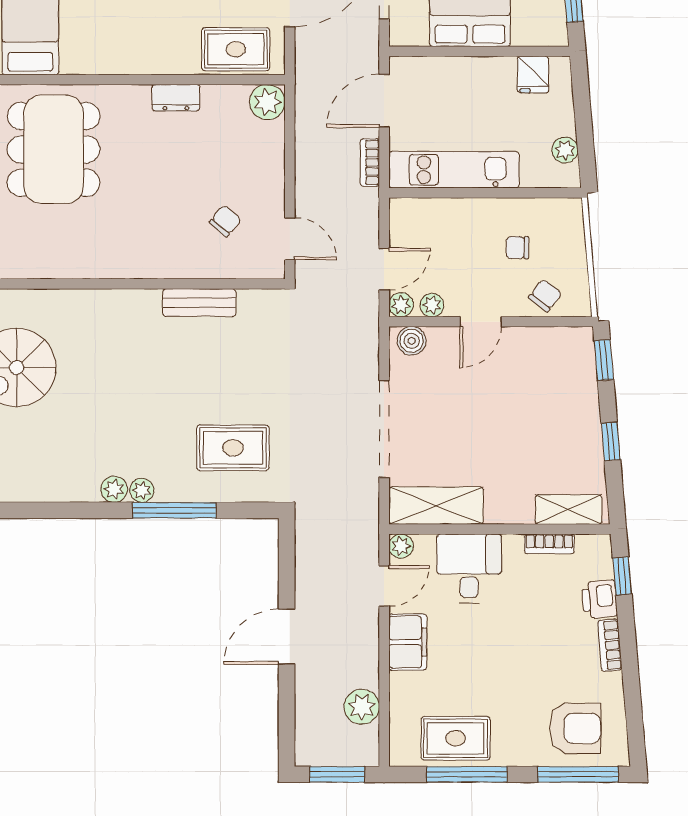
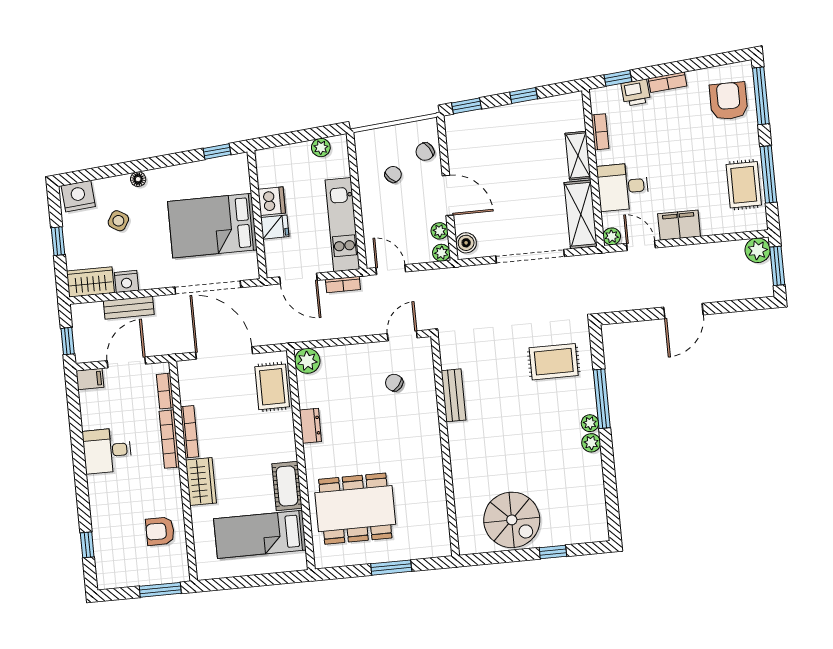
cot: (95, 57) -> (287, 486), added
dishwasher: (496, 74) -> (272, 201), added
fridge: (533, 75) -> (275, 227), moved
chair: (517, 248) -> (393, 174), turned -135
door: (384, 269) -> (391, 270), moved
chair: (545, 295) -> (425, 152), turned -70
door: (481, 322) -> (448, 195), width x1.38
rug: (233, 448) -> (554, 362), turned 90
shelving: (569, 510) -> (578, 156), moved
door: (287, 637) -> (683, 311), hinge flipped
plant: (362, 707) -> (758, 250), moved

